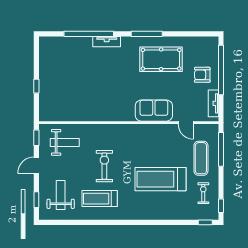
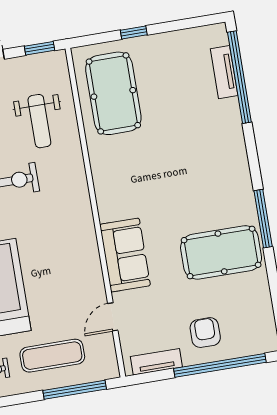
window: (89, 34) -> (239, 77), moved
tv unit: (107, 42) -> (224, 72), moved
pool table: (161, 59) -> (221, 252), turned 90
pool table: (67, 102) -> (113, 93), added
weight bench: (65, 142) -> (39, 121), moved

